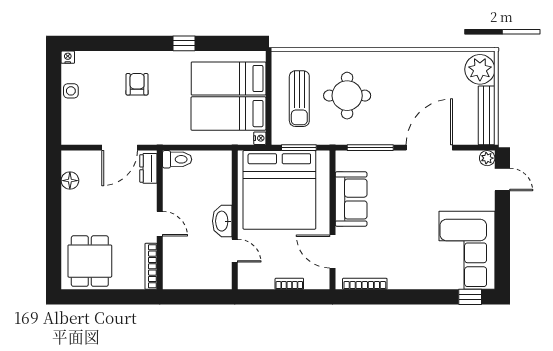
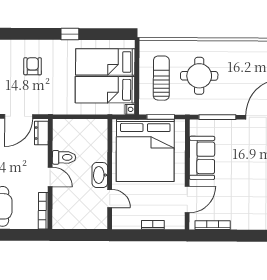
sun lounger: (299, 99) -> (161, 78), turned 180
toilet: (177, 159) -> (64, 157), moved
door: (332, 251) -> (187, 199), swing flipped

